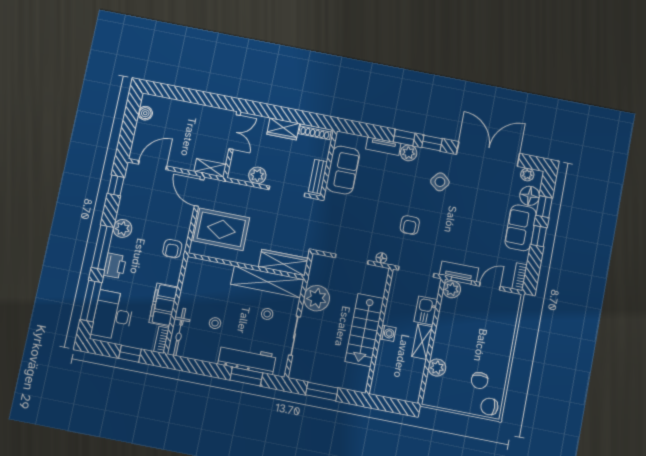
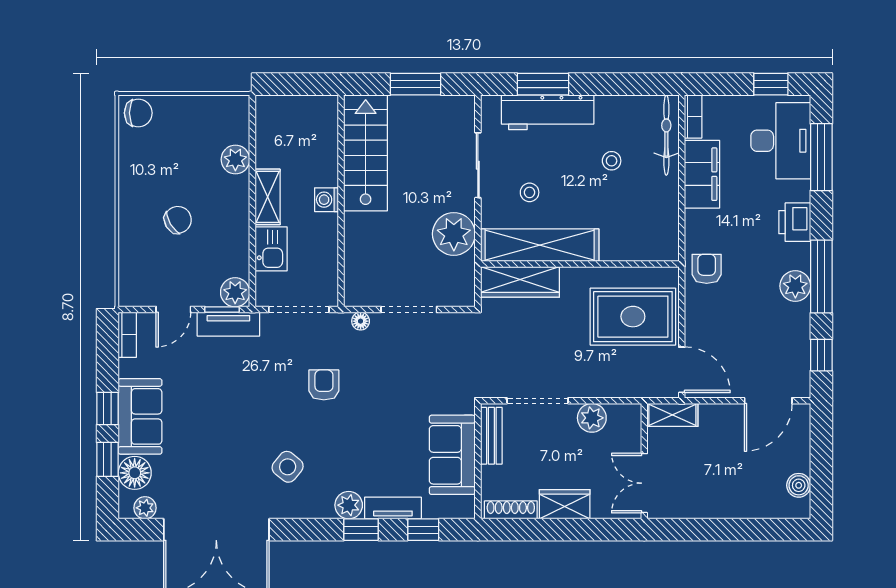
window: (432, 143) -> (423, 530), moved
window: (103, 247) -> (821, 276), moved
stairs: (364, 330) -> (366, 153), moved
window: (130, 354) -> (771, 84), moved
chair: (480, 380) -> (178, 220), moved, turned 59

